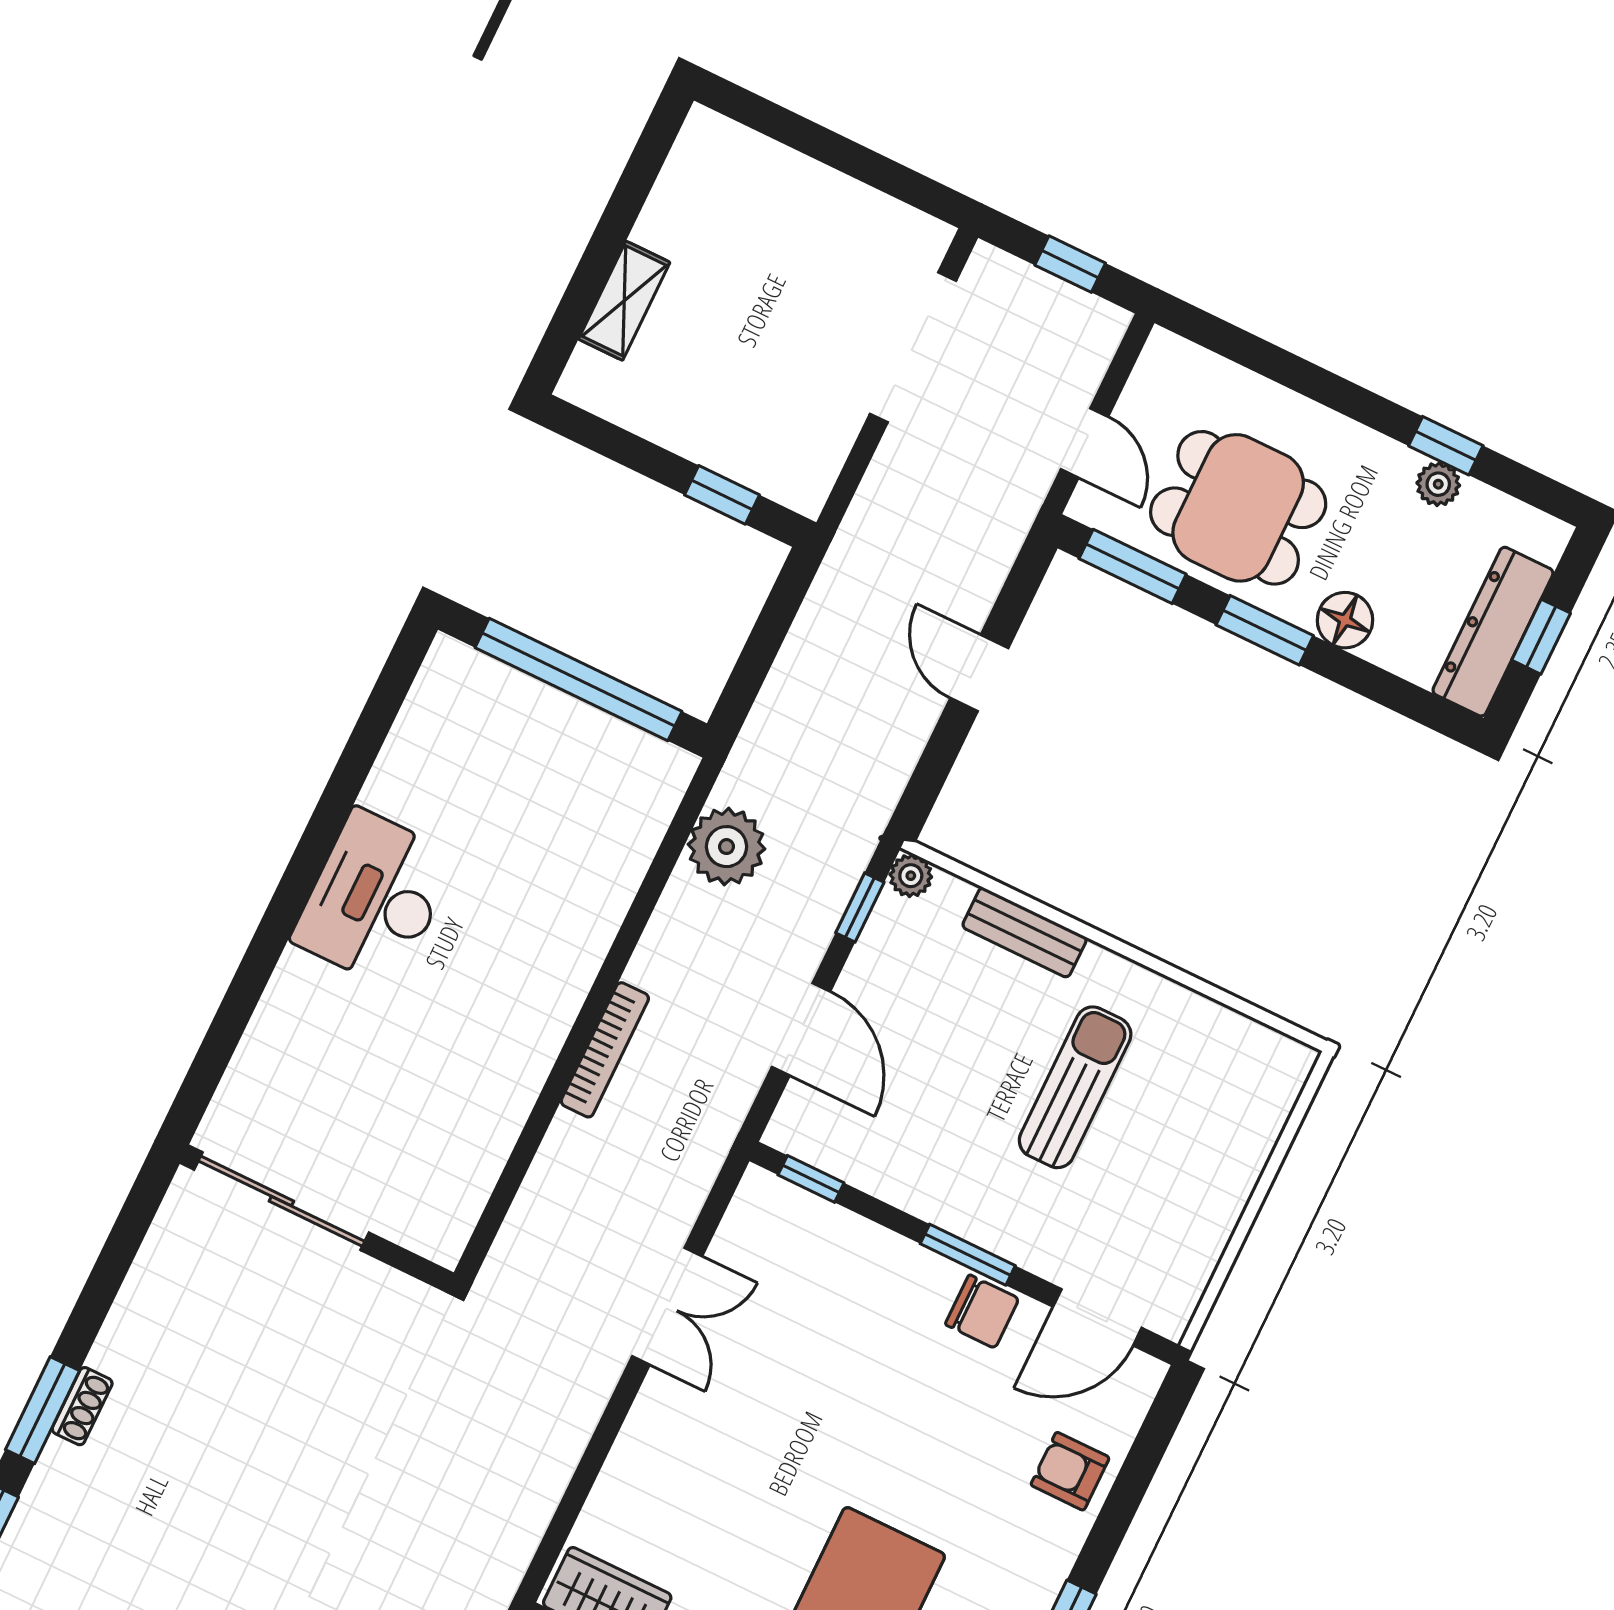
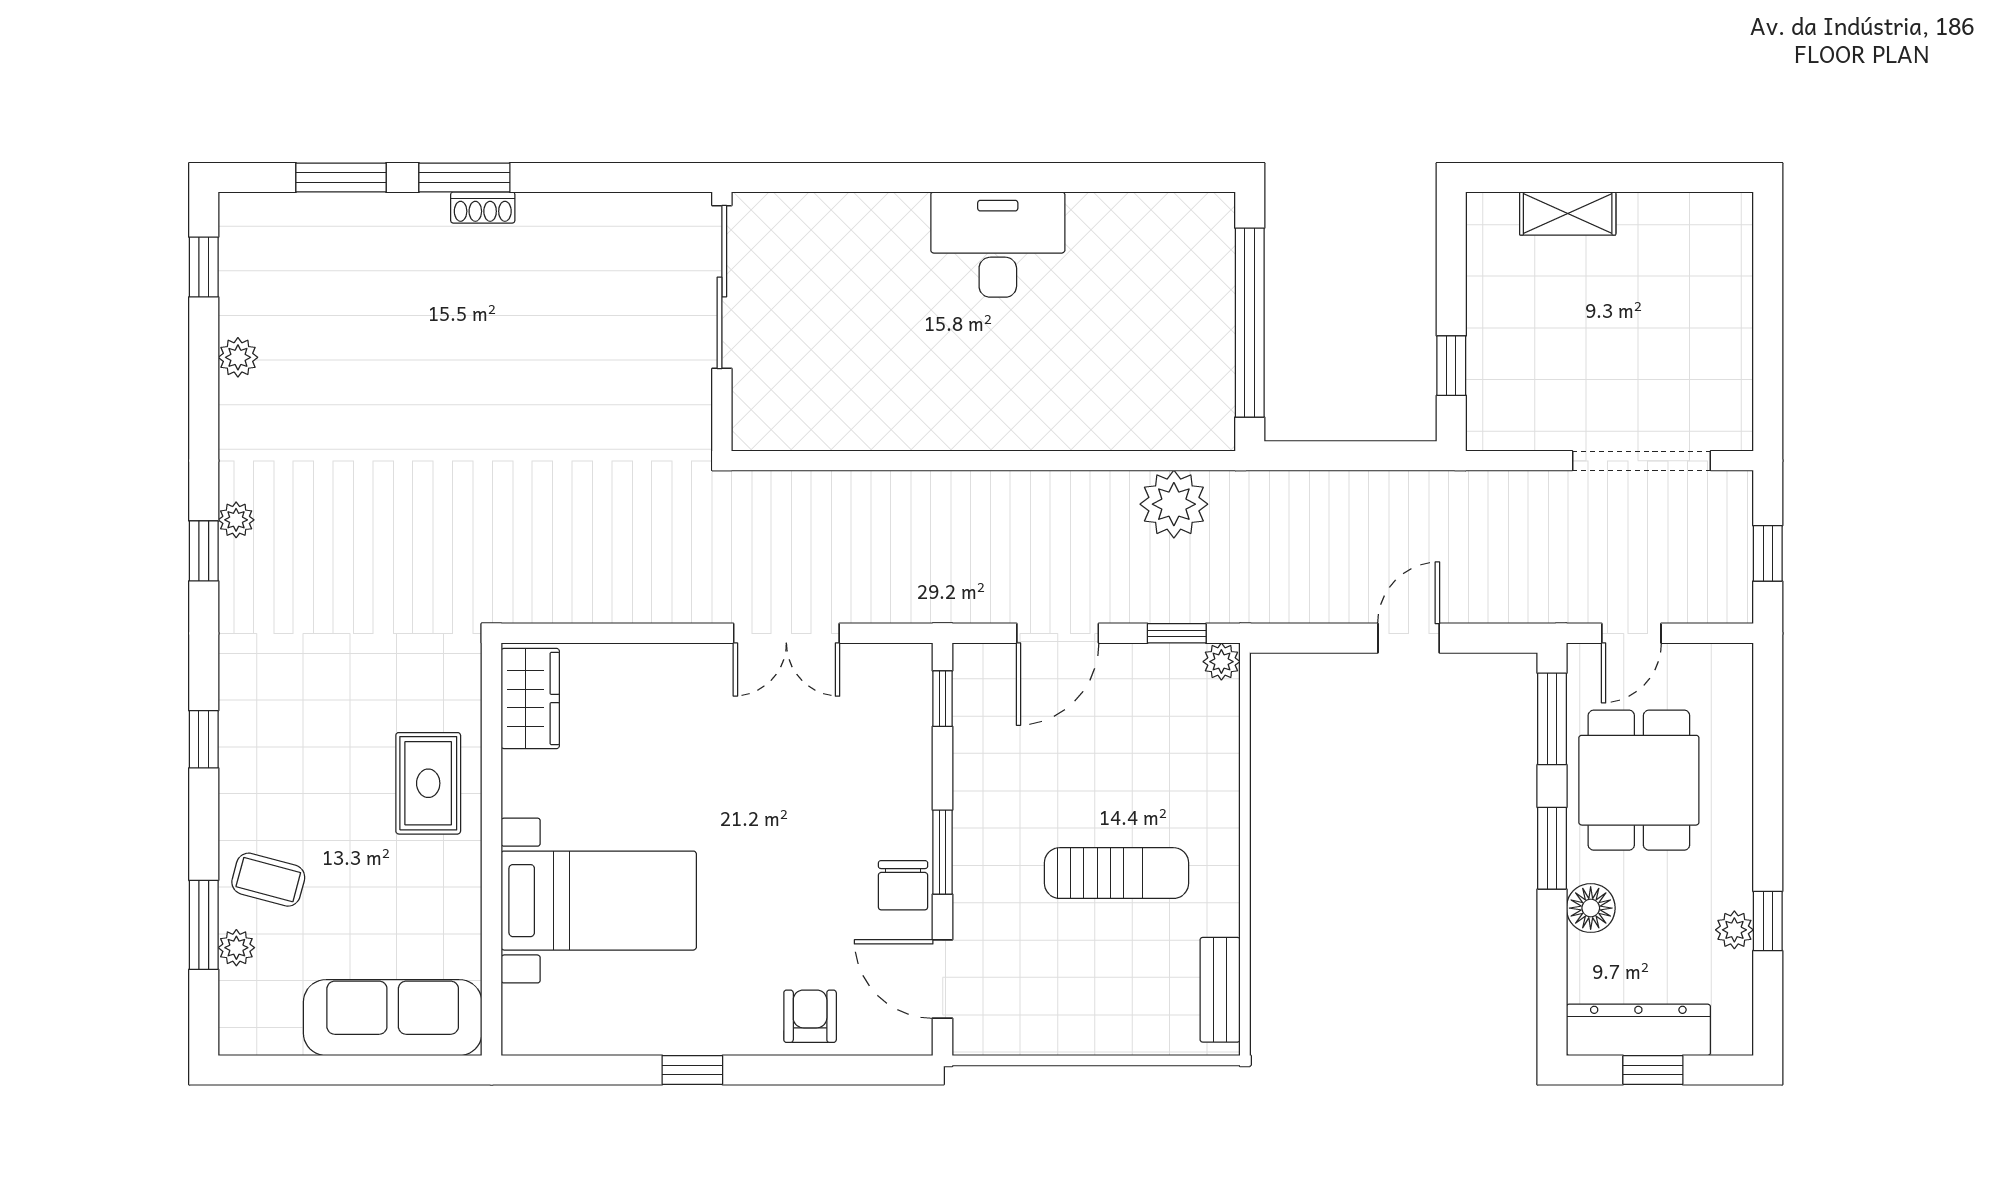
bench: (1025, 932) -> (1220, 990), moved
bookcase: (605, 1050) -> (966, 486), removed

